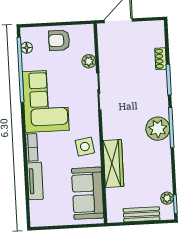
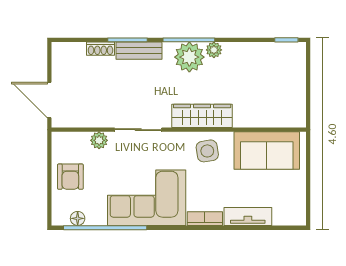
wardrobe: (113, 163) -> (202, 116), moved
plant: (167, 198) -> (214, 50), moved
bench: (142, 214) -> (139, 51), moved, turned 90

